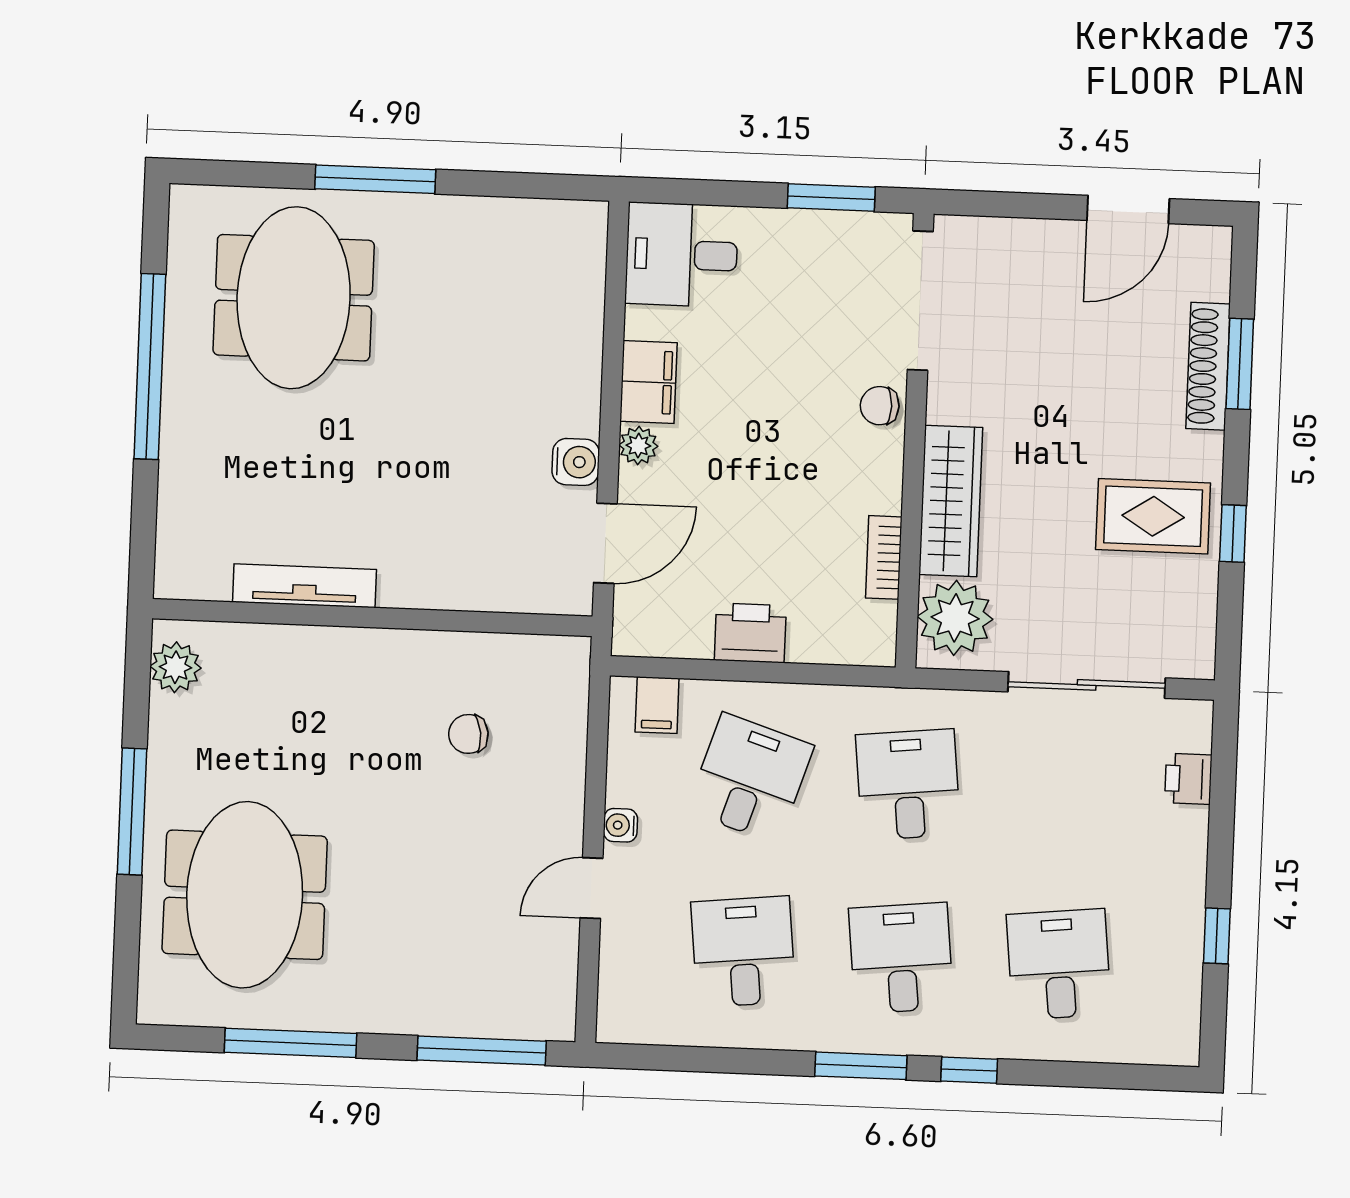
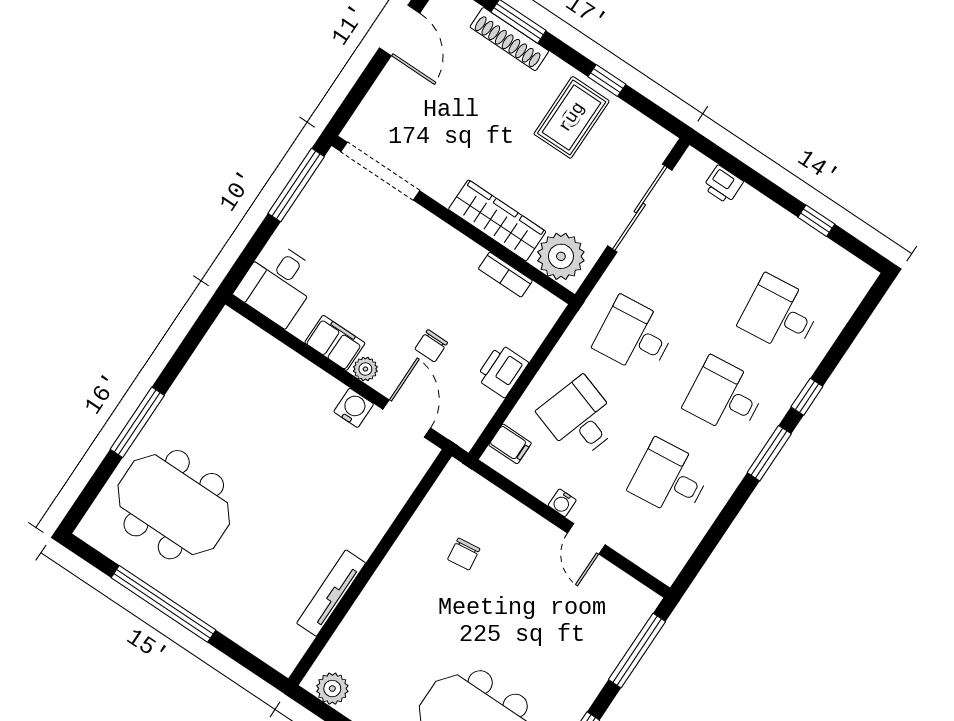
window: (831, 198) -> (296, 185), width x1.44
chair: (880, 406) -> (431, 346), moved

